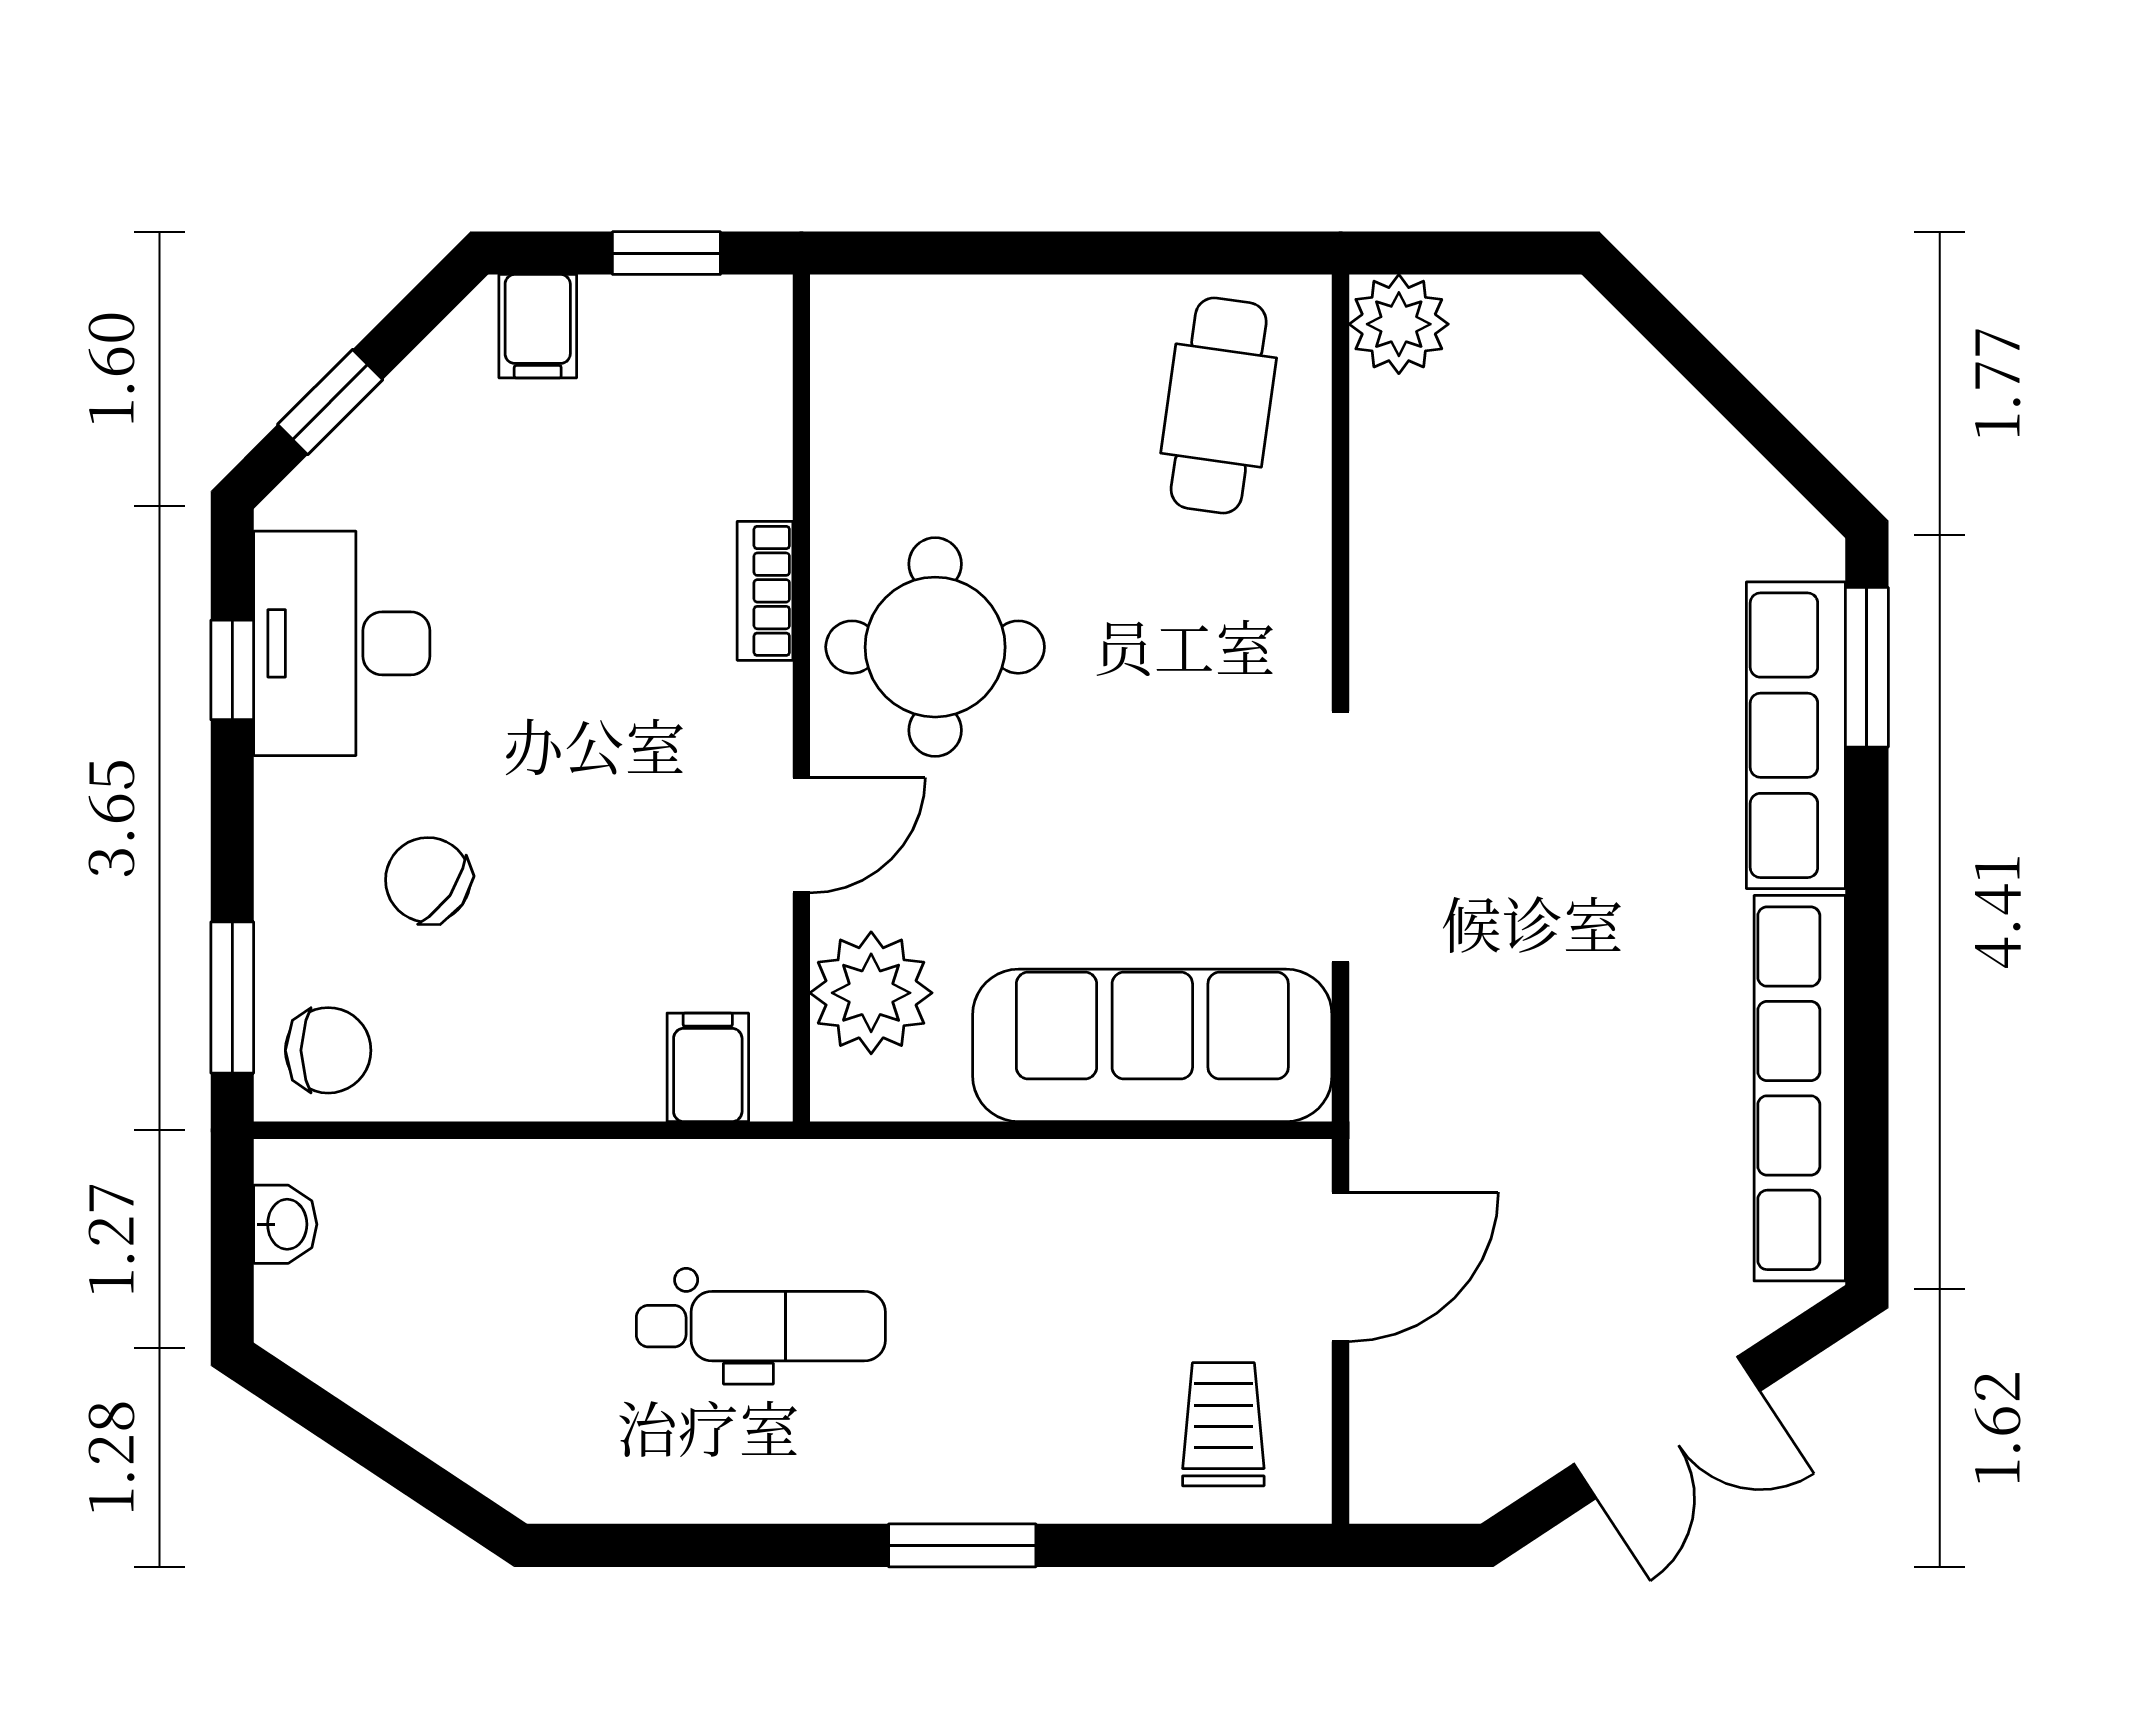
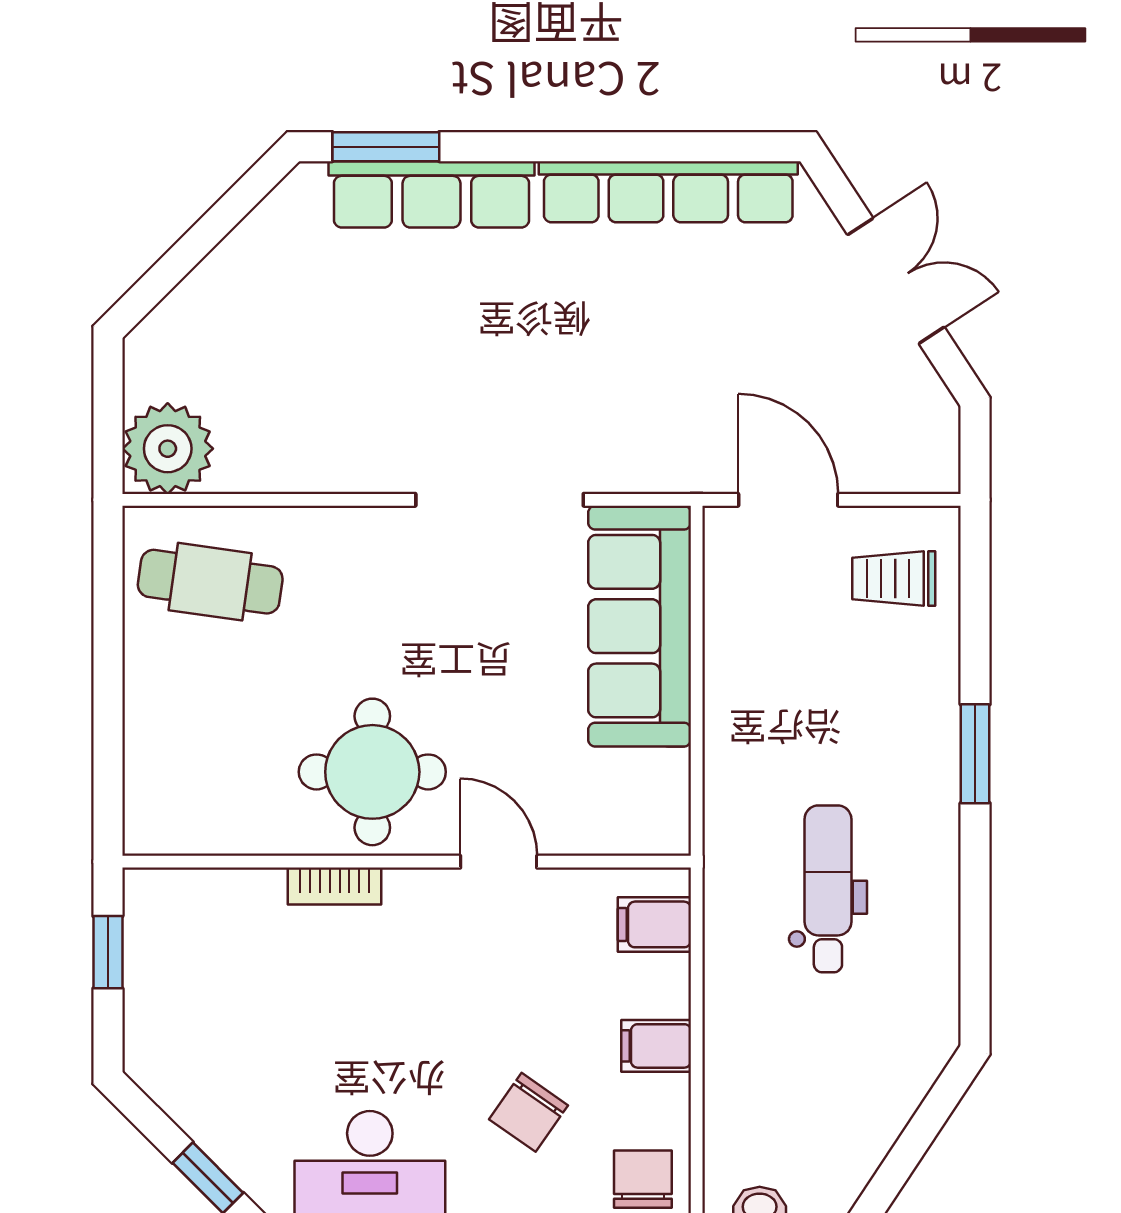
plant: (1399, 324) -> (168, 449), width x1.36, depth x1.36
filing cabinet: (538, 326) -> (656, 1046), moved, turned 180
plant: (871, 993) -> (604, 815), removed

